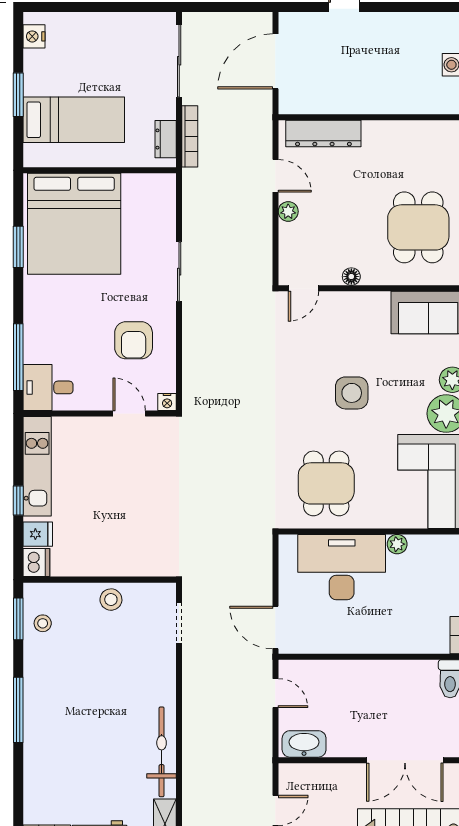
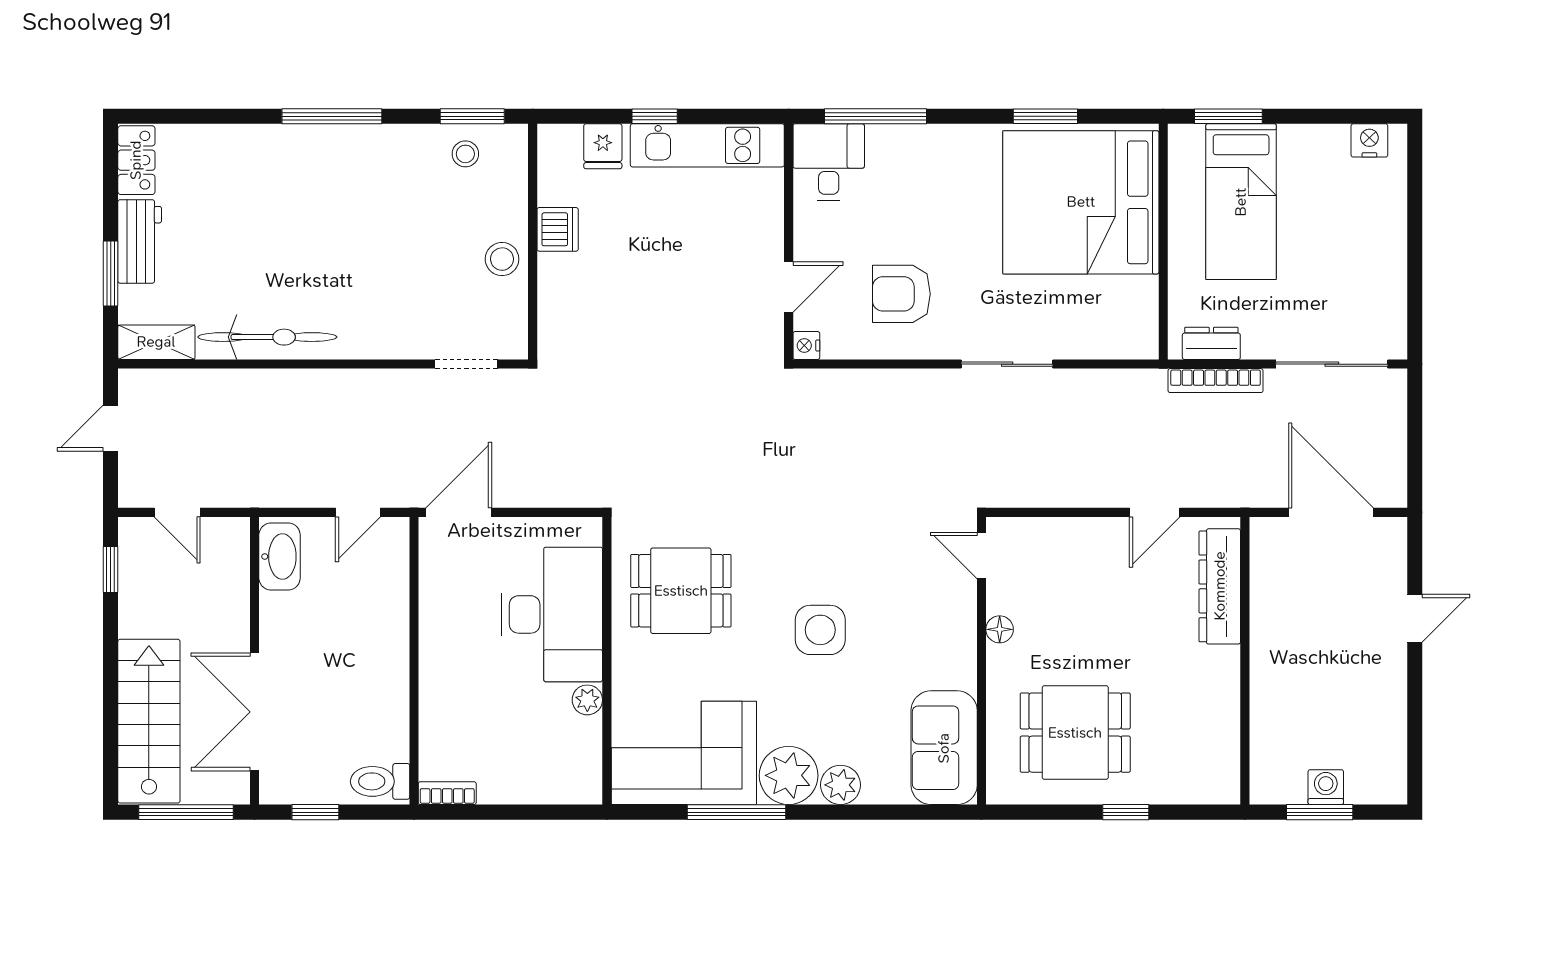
window: (18, 95) -> (1228, 116), moved
plant: (288, 211) -> (1100, 532), removed
dishwasher: (36, 563) -> (558, 229), moved, turned -90

